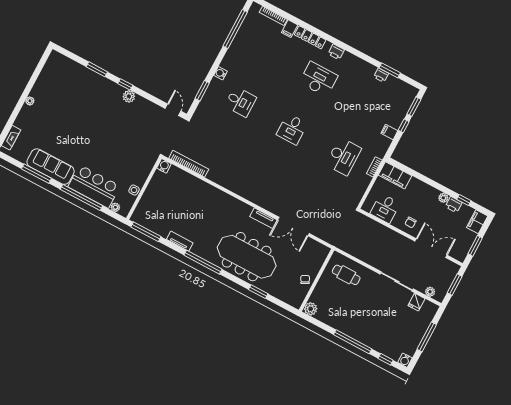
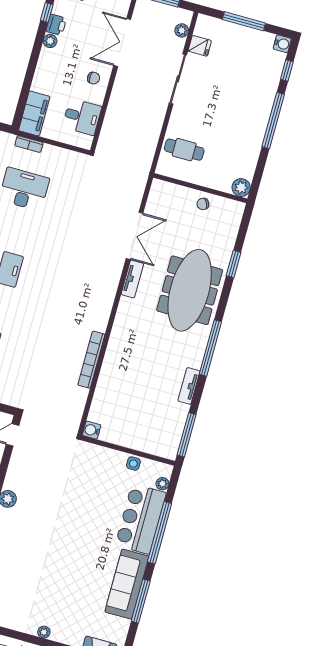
bookcase: (189, 164) -> (91, 360), moved
cafe table: (346, 275) -> (184, 150), turned 90

